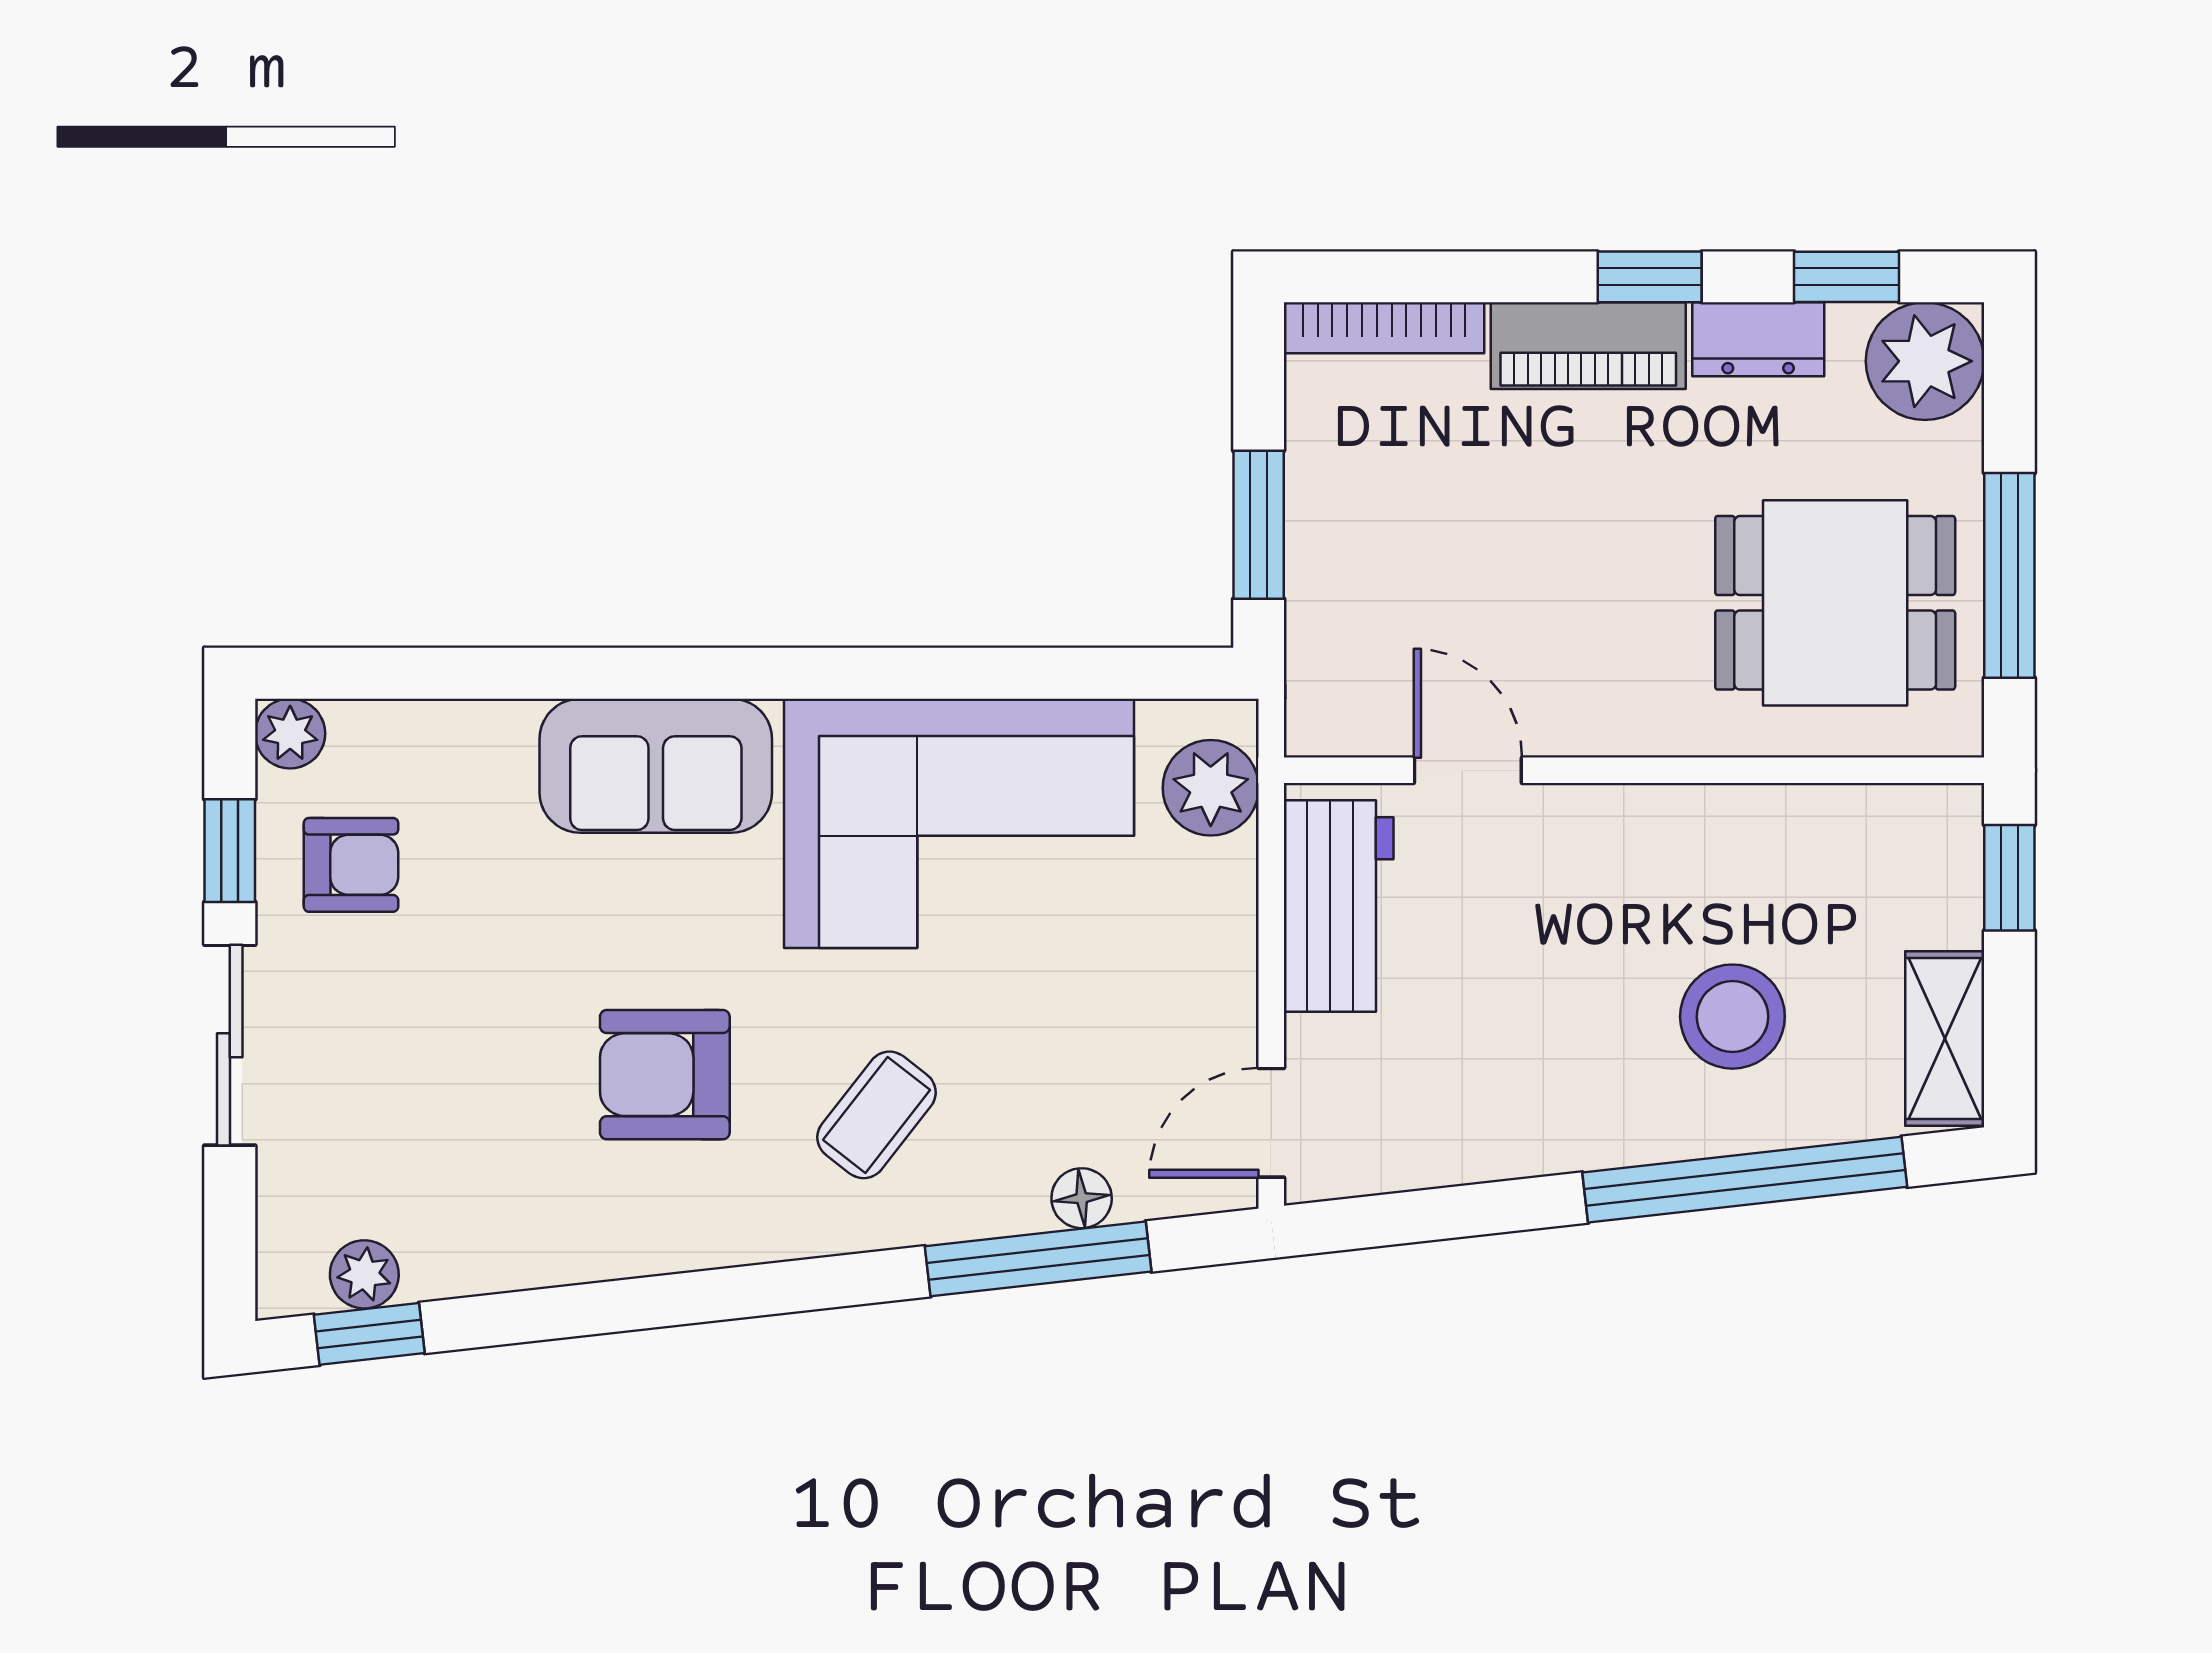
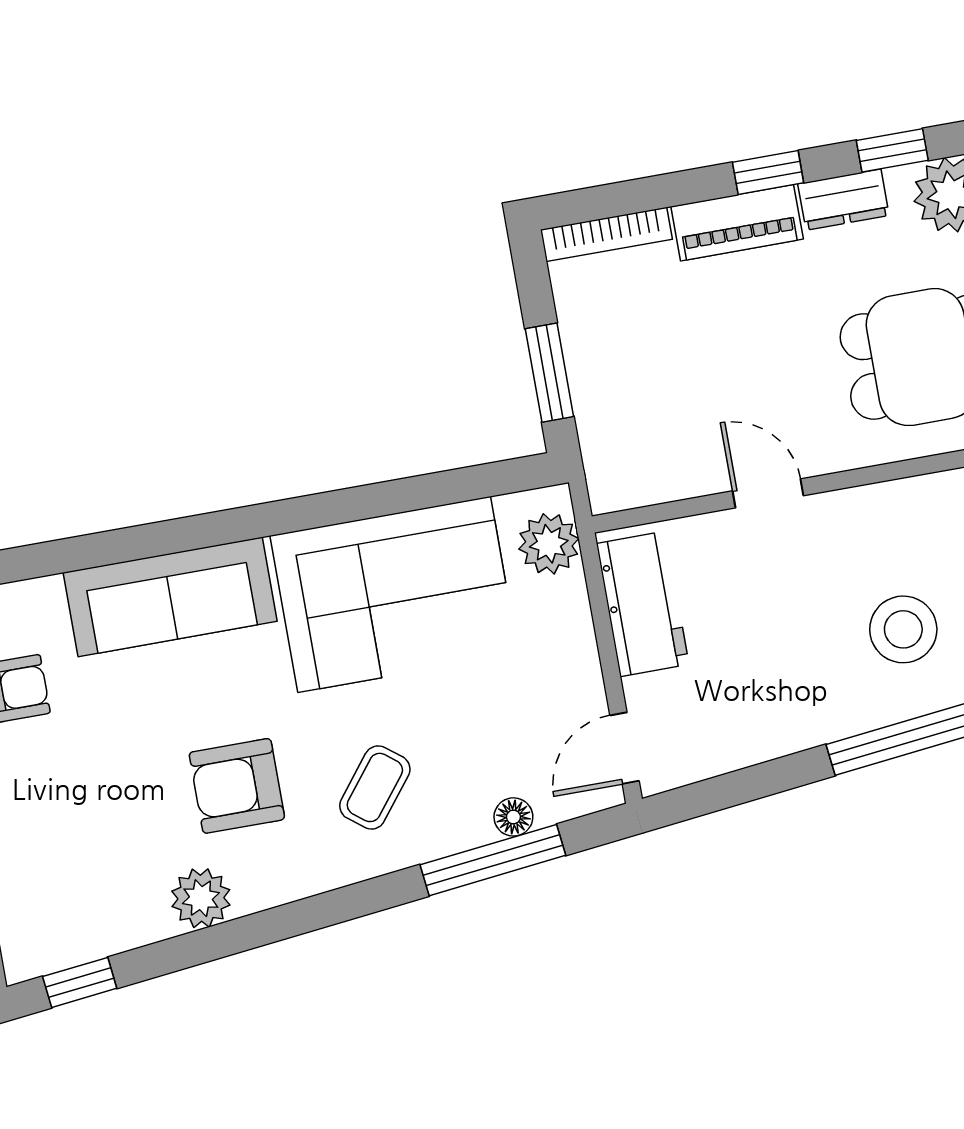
sofa: (656, 766) -> (170, 597), width x1.36
door: (1468, 770) -> (768, 493), moved
plant: (364, 1274) -> (201, 898), moved, width x1.38, depth x1.38

